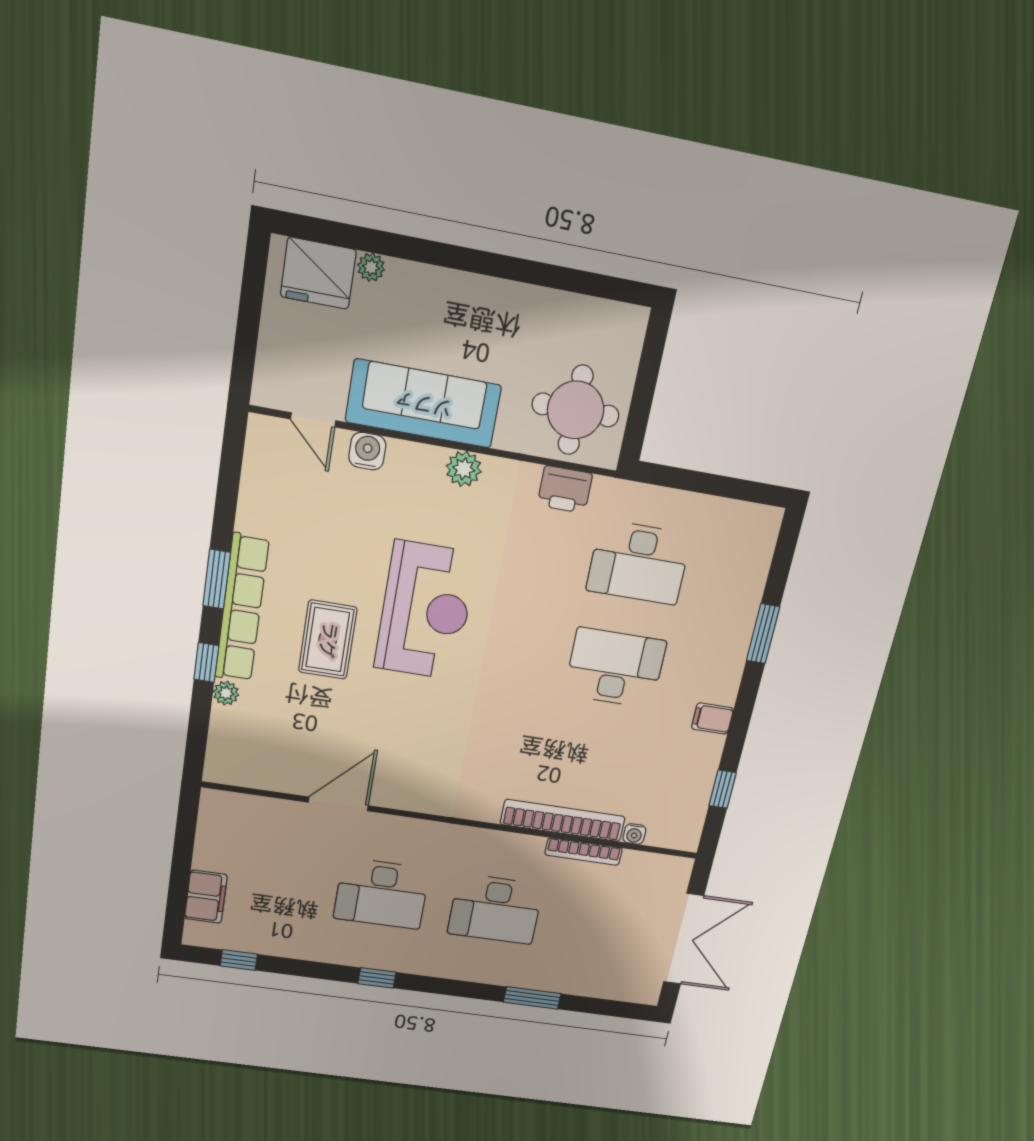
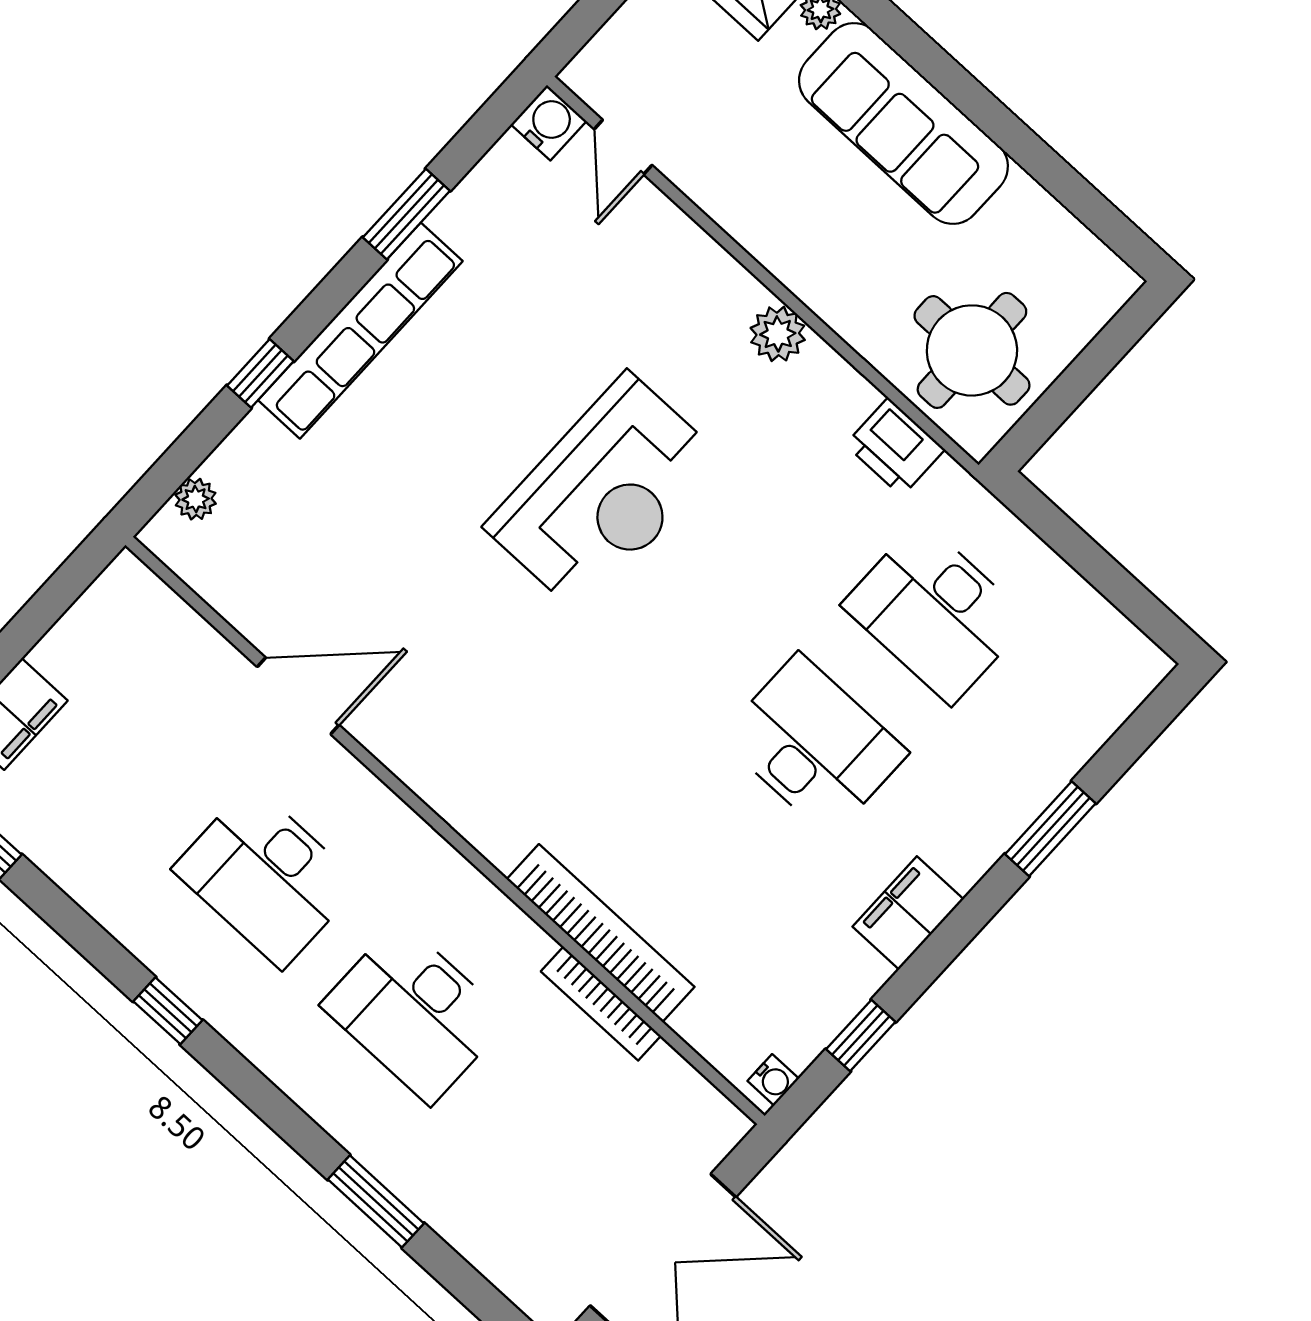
sofa: (423, 404) -> (903, 123), moved, turned 180
water cooler: (367, 451) -> (549, 123), moved
window: (217, 579) -> (406, 214), moved
rug: (328, 640) -> (445, 448), removed
plant: (226, 693) -> (196, 499), moved
filing cabinet: (712, 719) -> (908, 913), width x2.00
water cooler: (634, 834) -> (773, 1080), moved, turned -90

